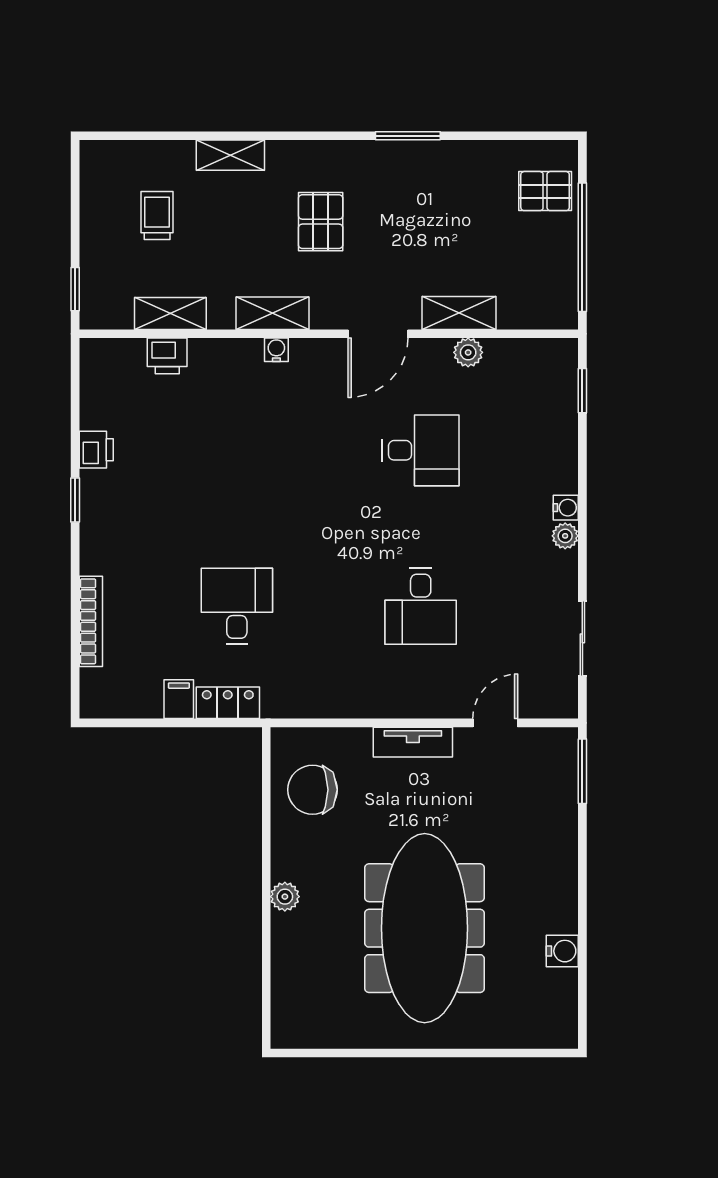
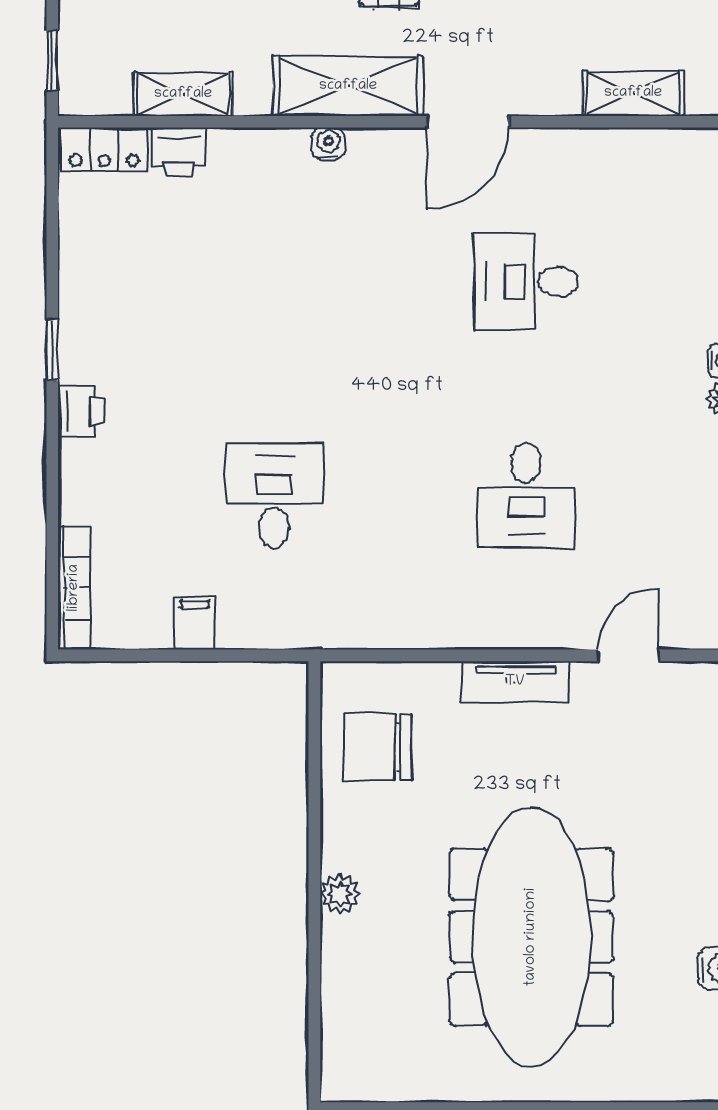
shelving: (273, 313) -> (348, 86), width x1.50, depth x1.33
shelving: (459, 313) -> (633, 93), moved
plant: (468, 352) -> (591, 147), removed
printer: (96, 450) -> (81, 411), moved
desk: (421, 450) -> (526, 282), turned 180
bookcase: (91, 621) -> (74, 588), moved
locker: (228, 703) -> (104, 149), moved, turned 180

